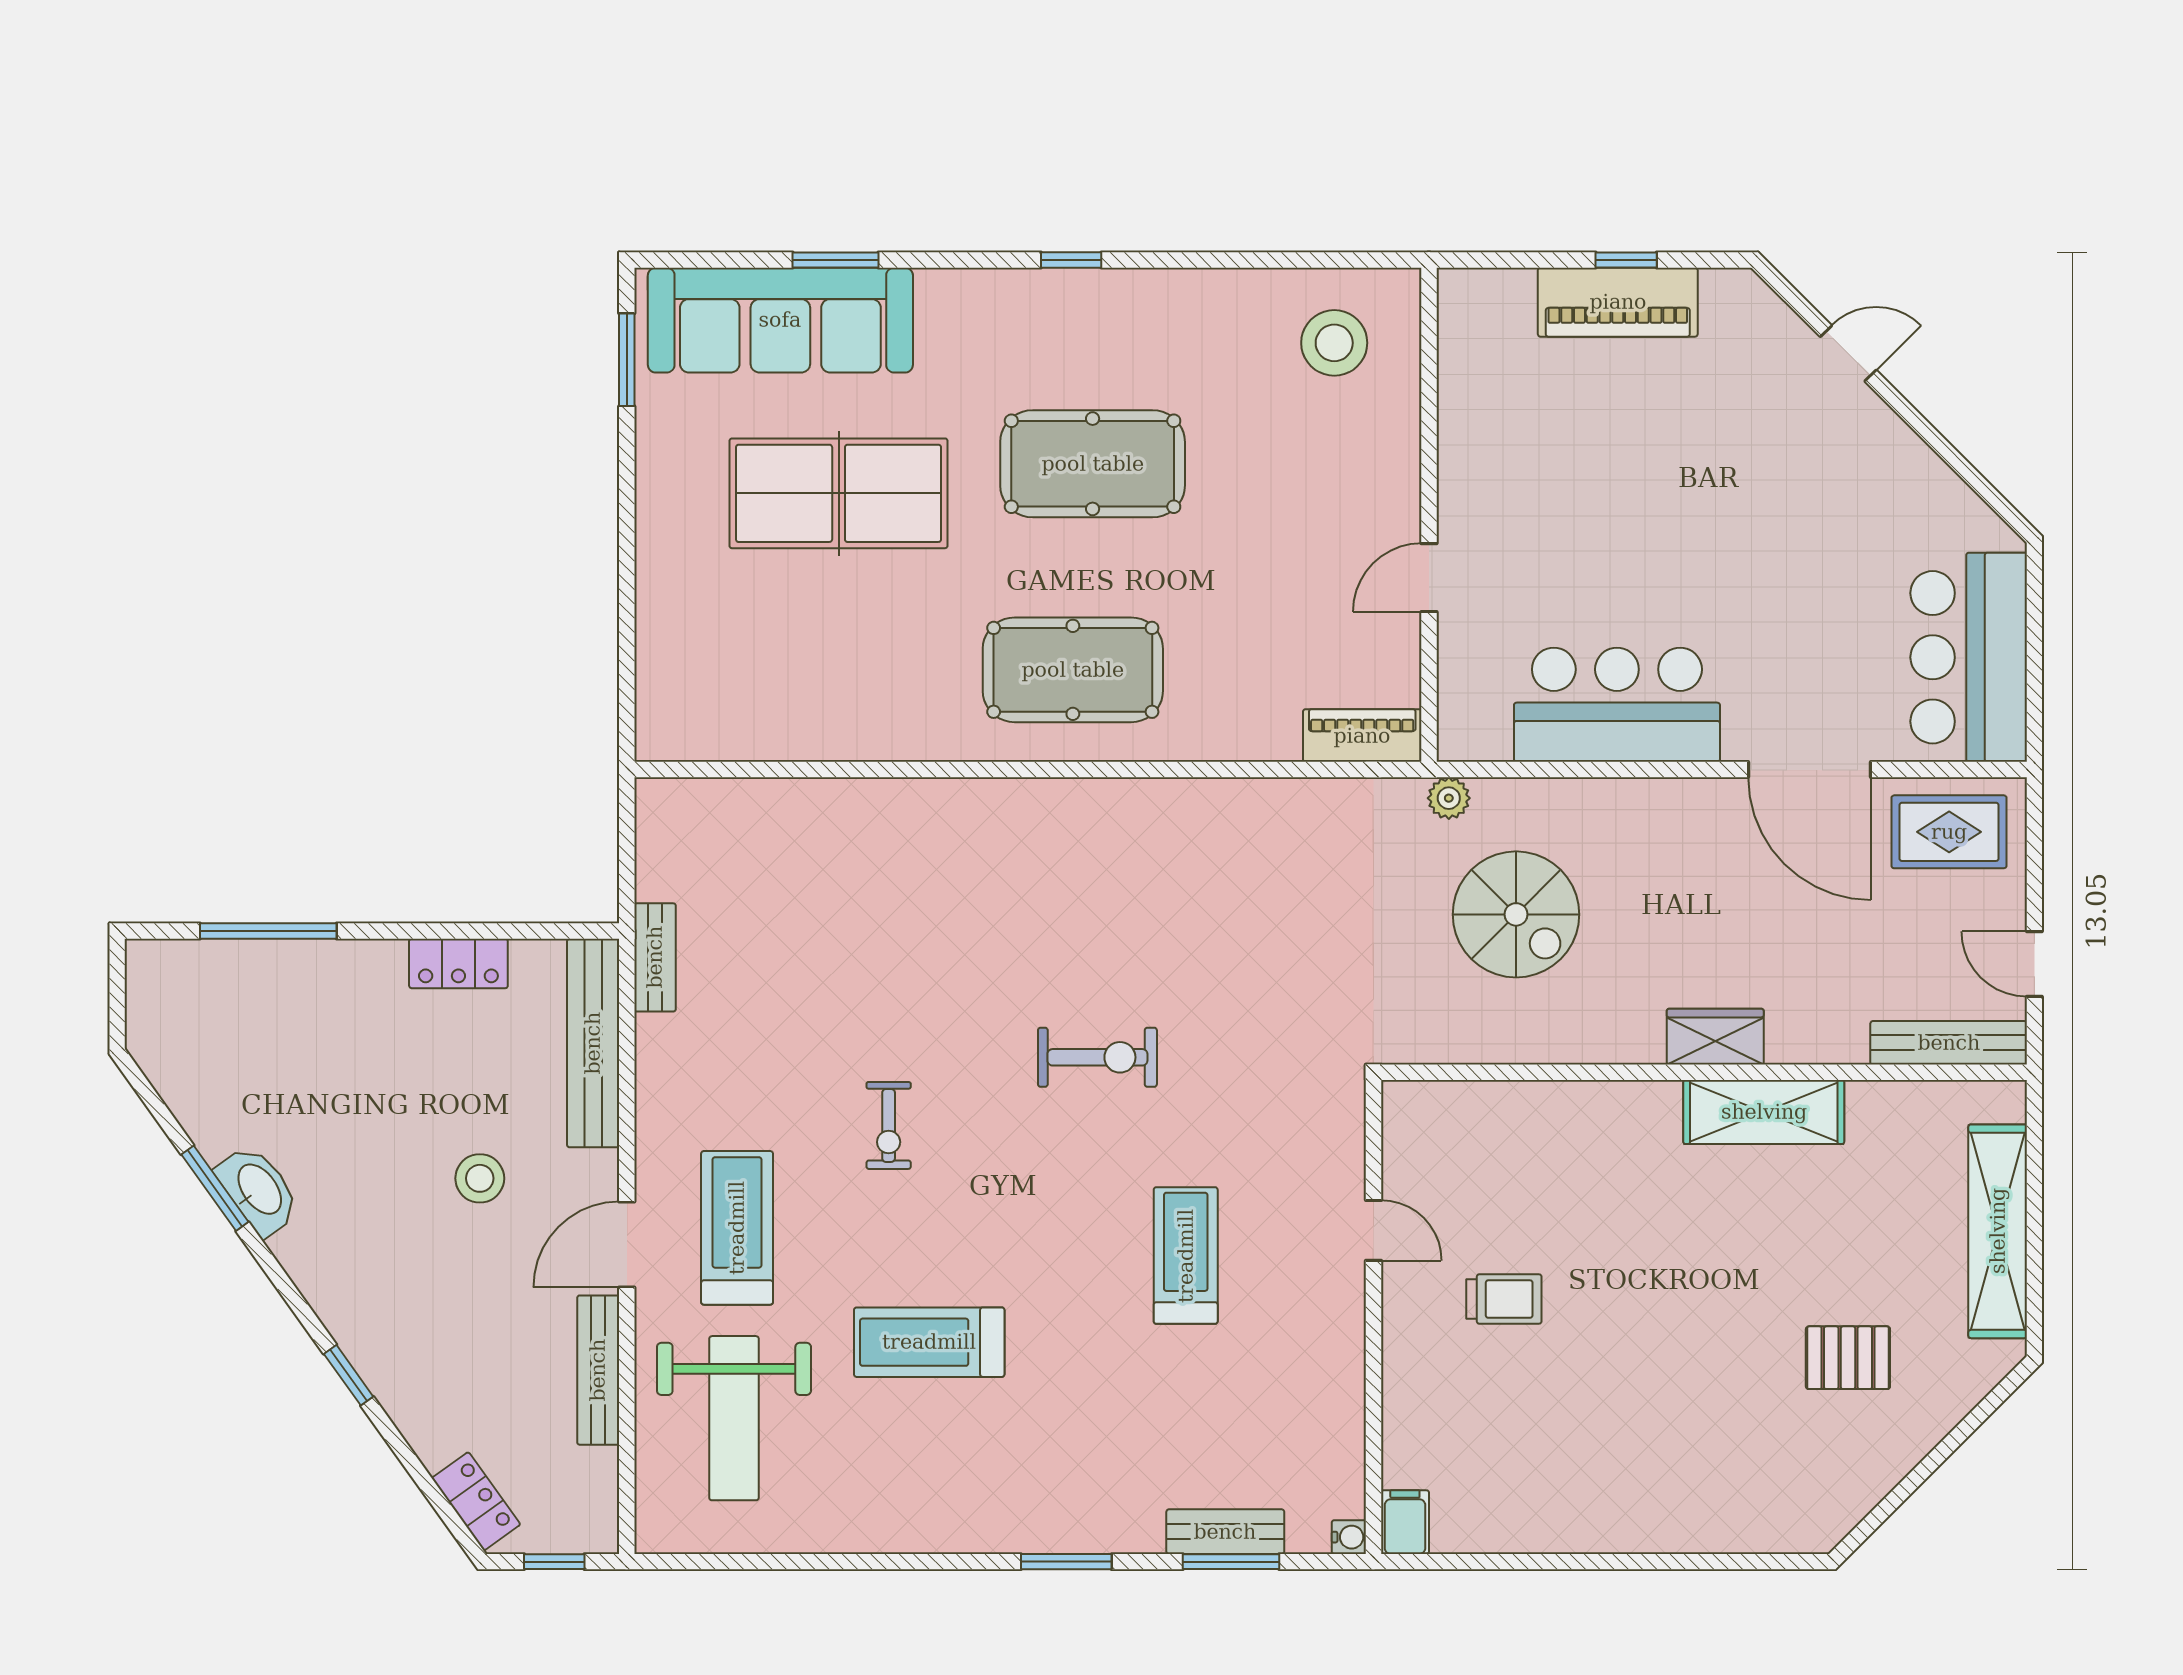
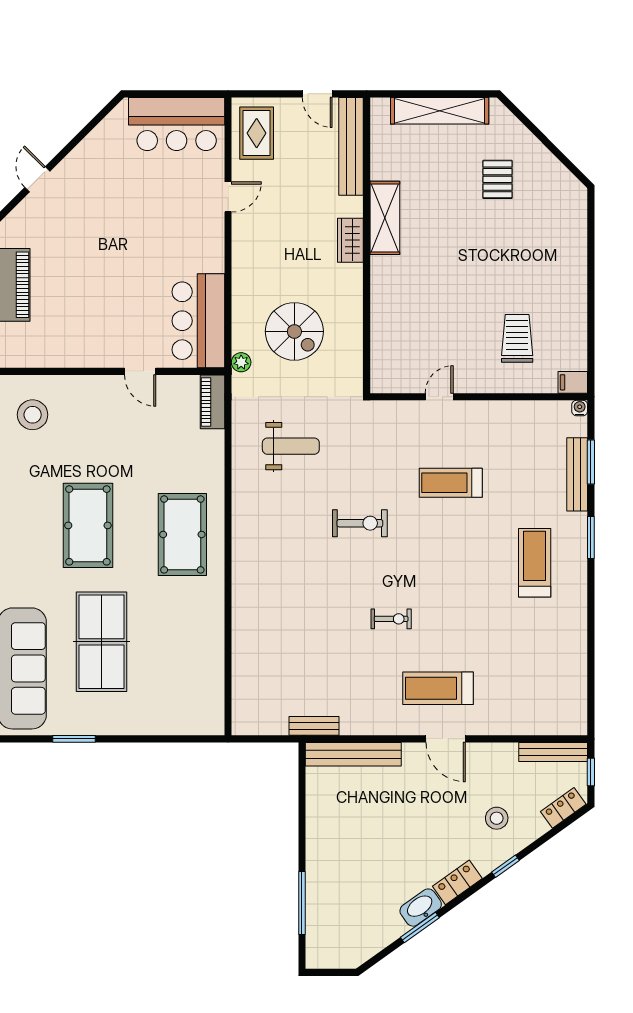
window: (627, 360) -> (74, 739), moved
bar counter: (1617, 705) -> (198, 321), moved
door: (1810, 770) -> (228, 197), width x0.53
spiral stairs: (1516, 914) -> (294, 331), turned 90
locker: (458, 963) -> (457, 882), moved, turned -126
door: (2034, 964) -> (317, 94), hinge flipped
bench: (1949, 1043) -> (351, 146), width x1.37, depth x1.21
exercise bike: (1097, 1057) -> (360, 523), turned 90
stool: (480, 1178) -> (497, 818), moved
trolley: (1504, 1299) -> (517, 338), moved, width x1.36, depth x1.39
treadmill: (929, 1342) -> (535, 563), moved, turned 180
bench: (598, 1370) -> (553, 752), moved
weight bench: (734, 1418) -> (291, 446), moved, width x0.73, depth x0.75
bench: (1225, 1532) -> (577, 474), width x1.36

